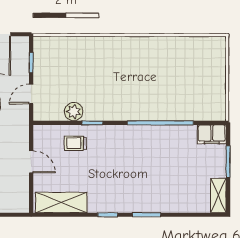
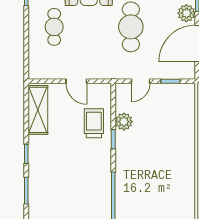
door: (31, 94) -> (141, 81), swing flipped
trolley: (75, 143) -> (94, 123), width x1.36, depth x1.39
door: (31, 162) -> (76, 81), hinge flipped

